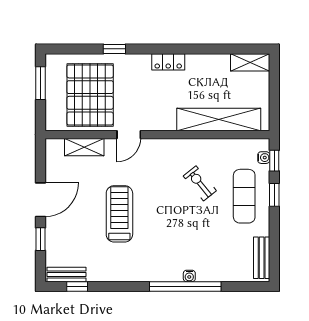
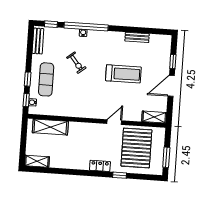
locker: (168, 62) -> (100, 166), moved
shelving: (219, 120) -> (50, 127), width x0.68
shelving: (84, 147) -> (154, 117), moved
exercise bike: (200, 183) -> (76, 63), moved
treadmill: (119, 214) -> (123, 74), turned -90
bench: (67, 274) -> (137, 37), moved
window: (77, 286) -> (51, 24), moved

